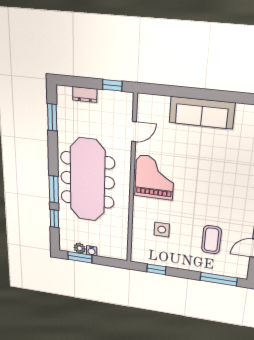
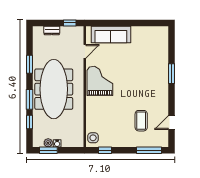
sofa: (202, 113) -> (111, 34), moved
window: (52, 117) -> (29, 64), moved
side table: (162, 230) -> (93, 138), moved

